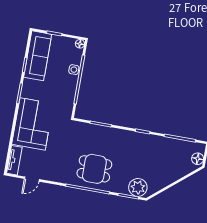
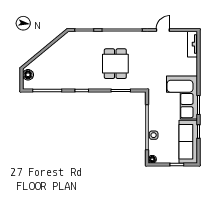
corner sofa: (33, 124) -> (182, 98), moved
dining table: (94, 169) -> (115, 64), moved, turned 90
door: (32, 179) -> (163, 30), moved
plant: (138, 187) -> (77, 39), removed

